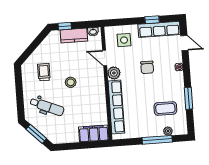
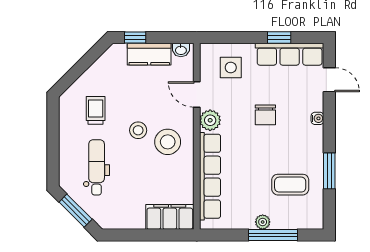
stool: (89, 88) -> (168, 142), added
dental chair: (47, 107) -> (97, 167), turned -113
plant: (168, 131) -> (263, 222), moved

